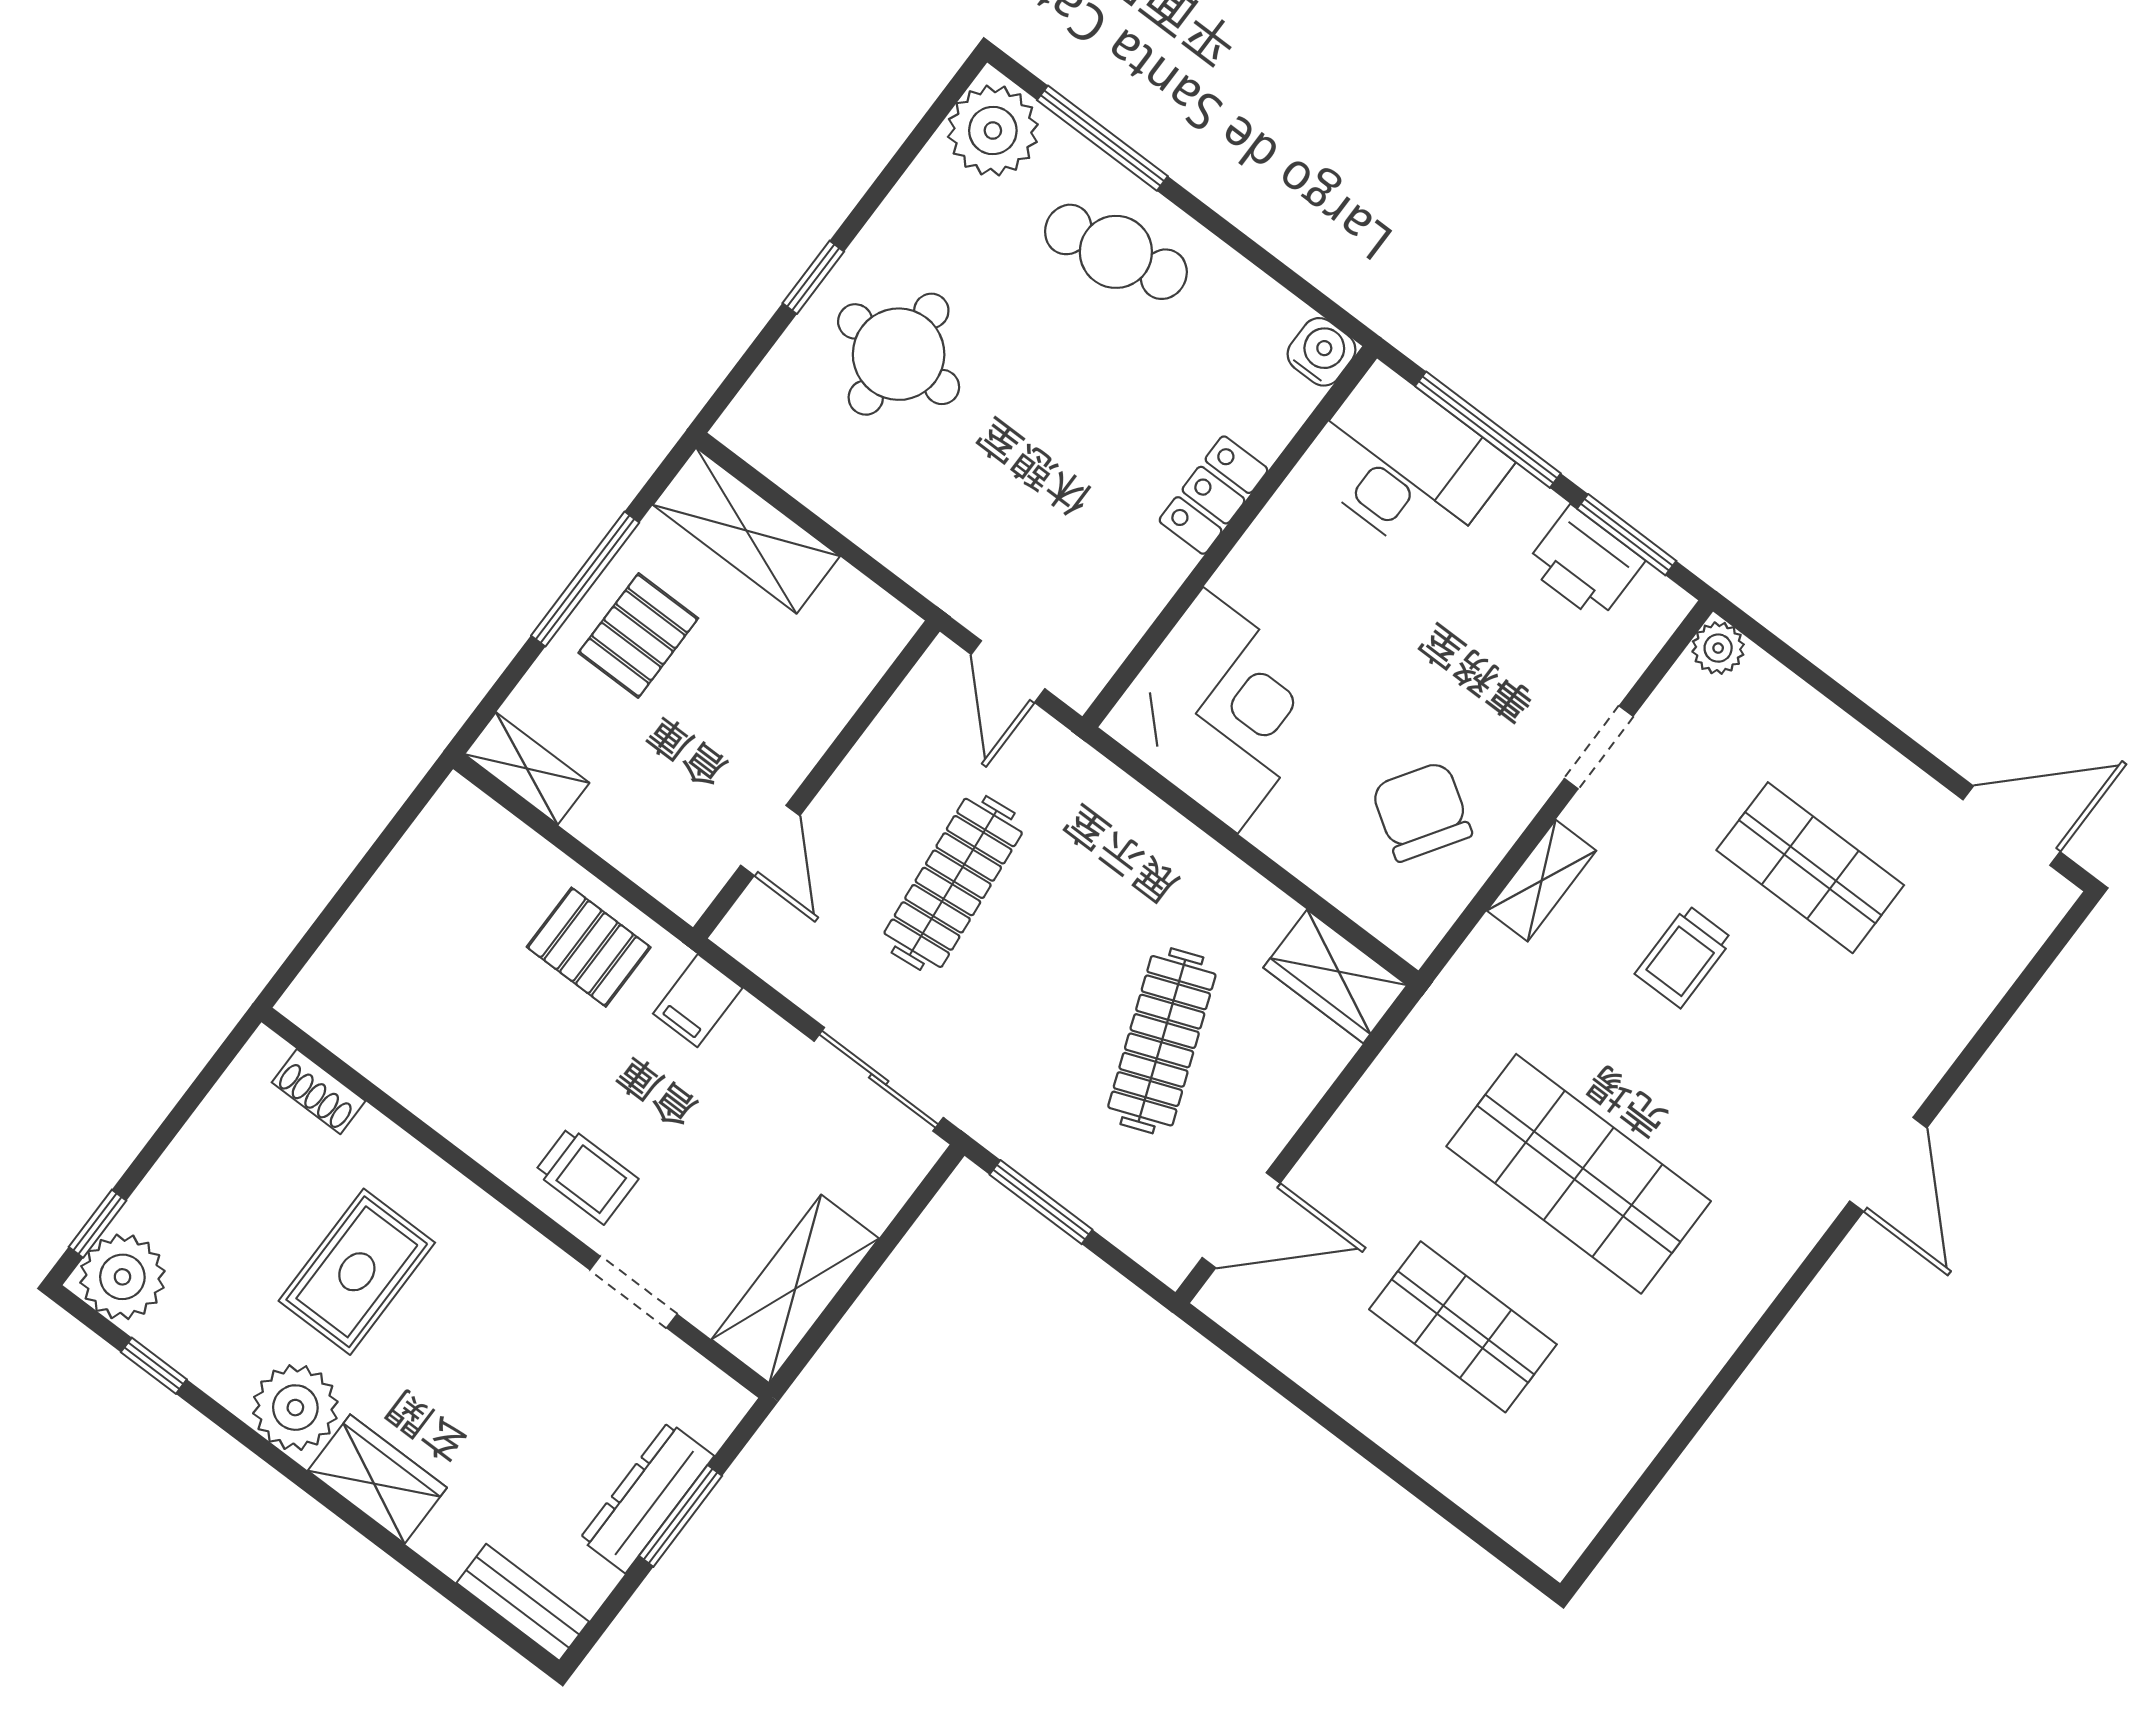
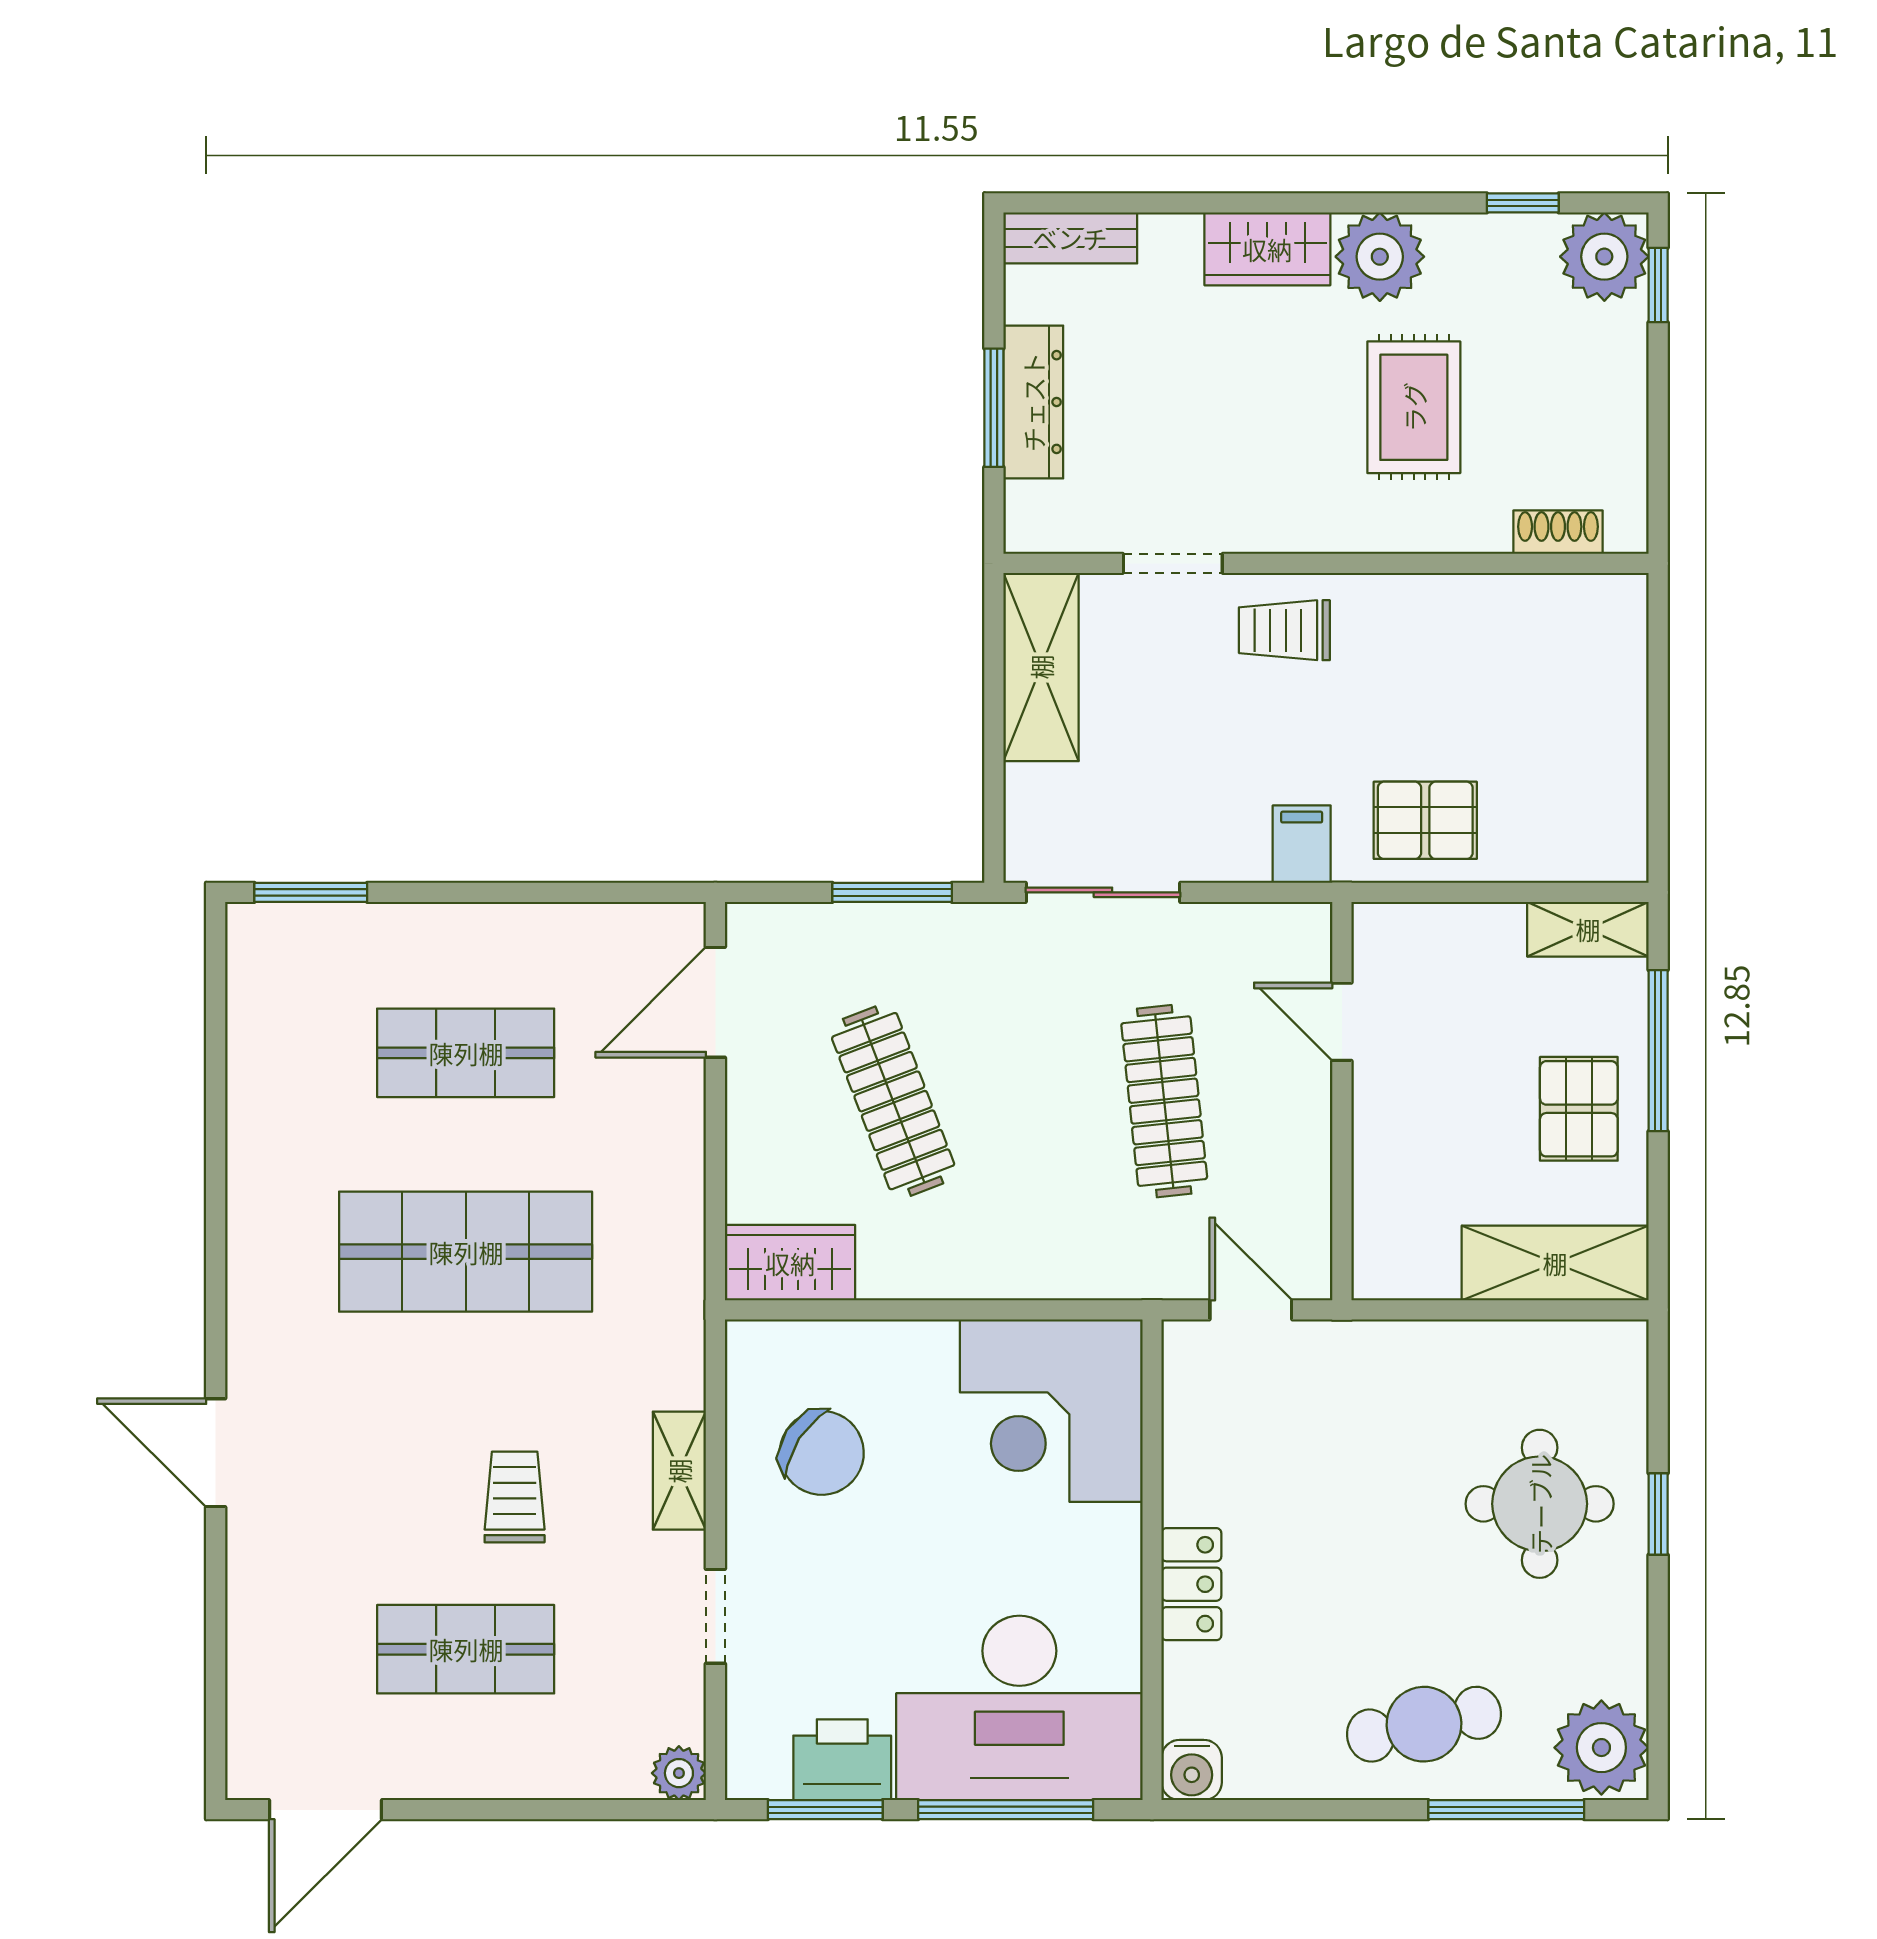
desk: (1405, 464) -> (1019, 1708), width x1.36, depth x1.30
window: (585, 579) -> (1658, 1051), moved
window: (1489, 1541) -> (311, 892), added

